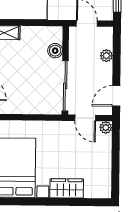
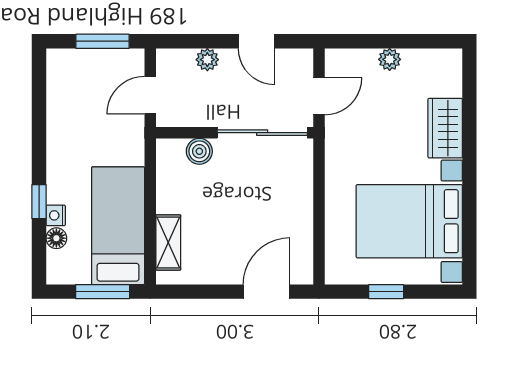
door: (116, 96) -> (256, 41), moved
plant: (106, 127) -> (390, 59), moved

